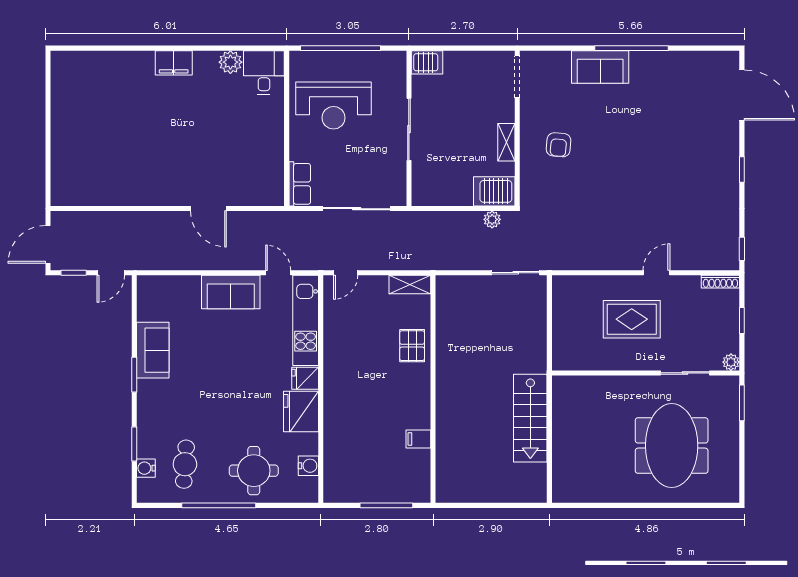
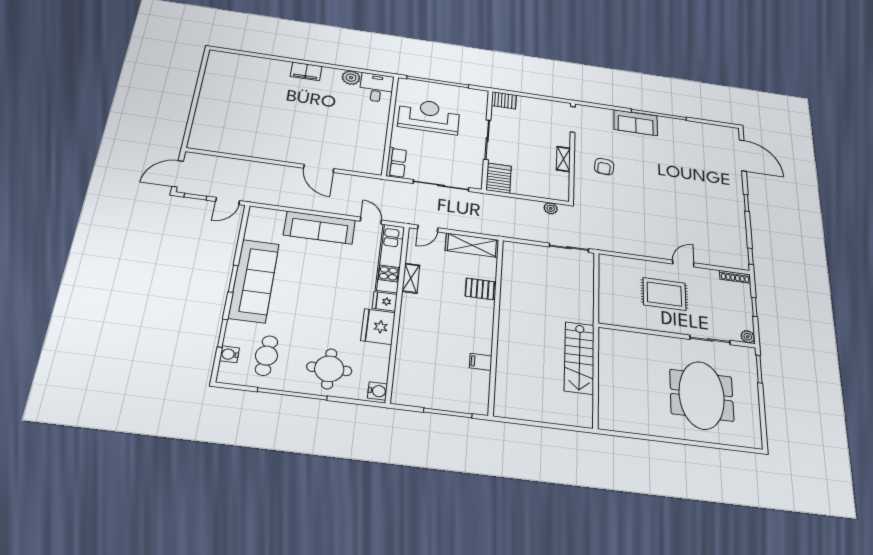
reception desk: (334, 105) -> (429, 116), turned 180
server rack: (494, 191) -> (499, 178), moved, turned 90
shelving: (410, 284) -> (472, 245), width x1.50, depth x1.33
sofa: (231, 292) -> (319, 228), width x1.36
shelving: (332, 344) -> (411, 278), added
pallet: (412, 346) -> (480, 289), turned 90
sofa: (153, 350) -> (254, 281), width x1.85, depth x1.27
water cooler: (308, 466) -> (377, 391), moved

